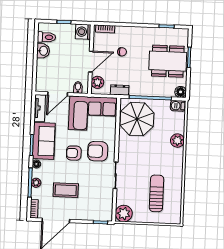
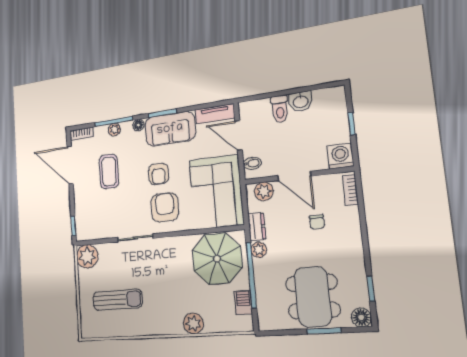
toilet: (47, 37) -> (280, 109), moved
plant: (135, 91) -> (259, 250), added
floor lamp: (181, 92) -> (361, 317), moved
barbecue: (178, 106) -> (243, 302), moved
armchair: (74, 153) -> (159, 174), turned 180

